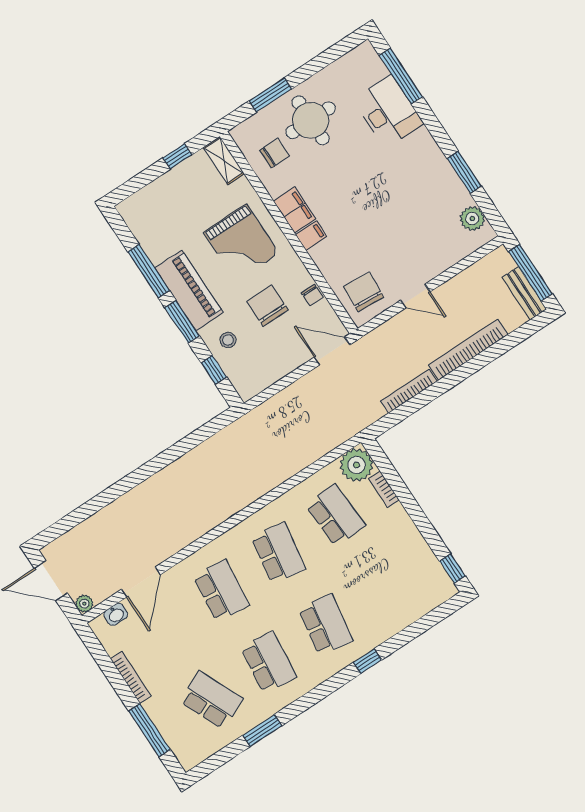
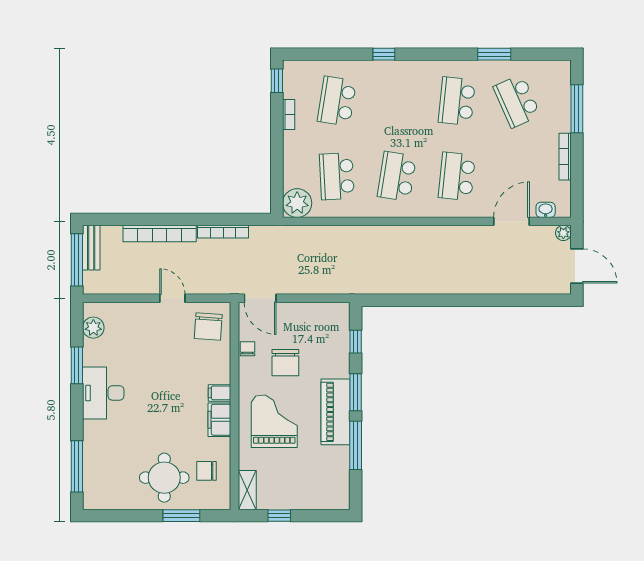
desk: (388, 112) -> (103, 393), moved
stool: (228, 340) -> (331, 357), removed
bookcase: (384, 489) -> (289, 115), moved
school desk: (326, 625) -> (337, 101), moved

